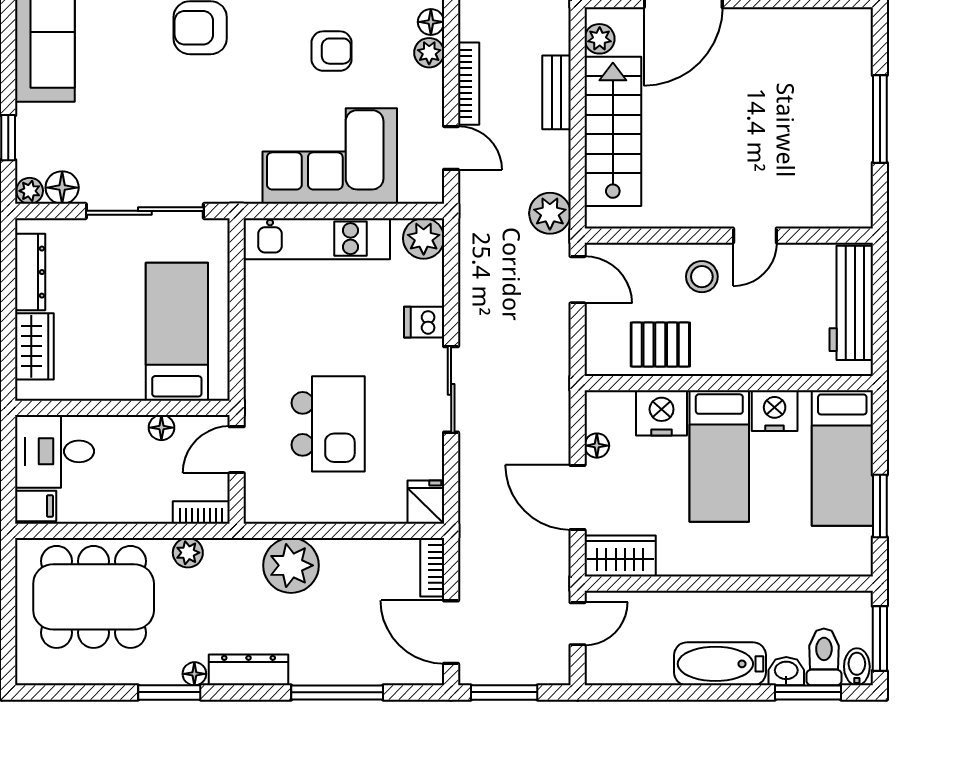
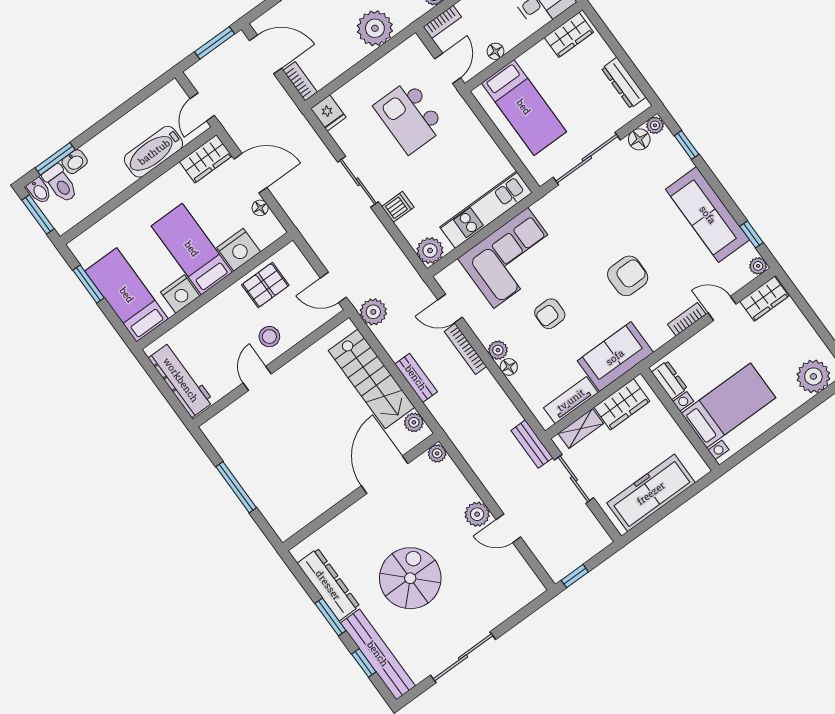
wardrobe: (34, 346) -> (569, 35), moved, turned -90
bathtub: (720, 664) -> (154, 152), moved, turned 180

